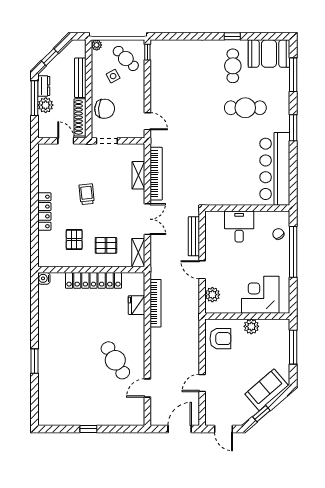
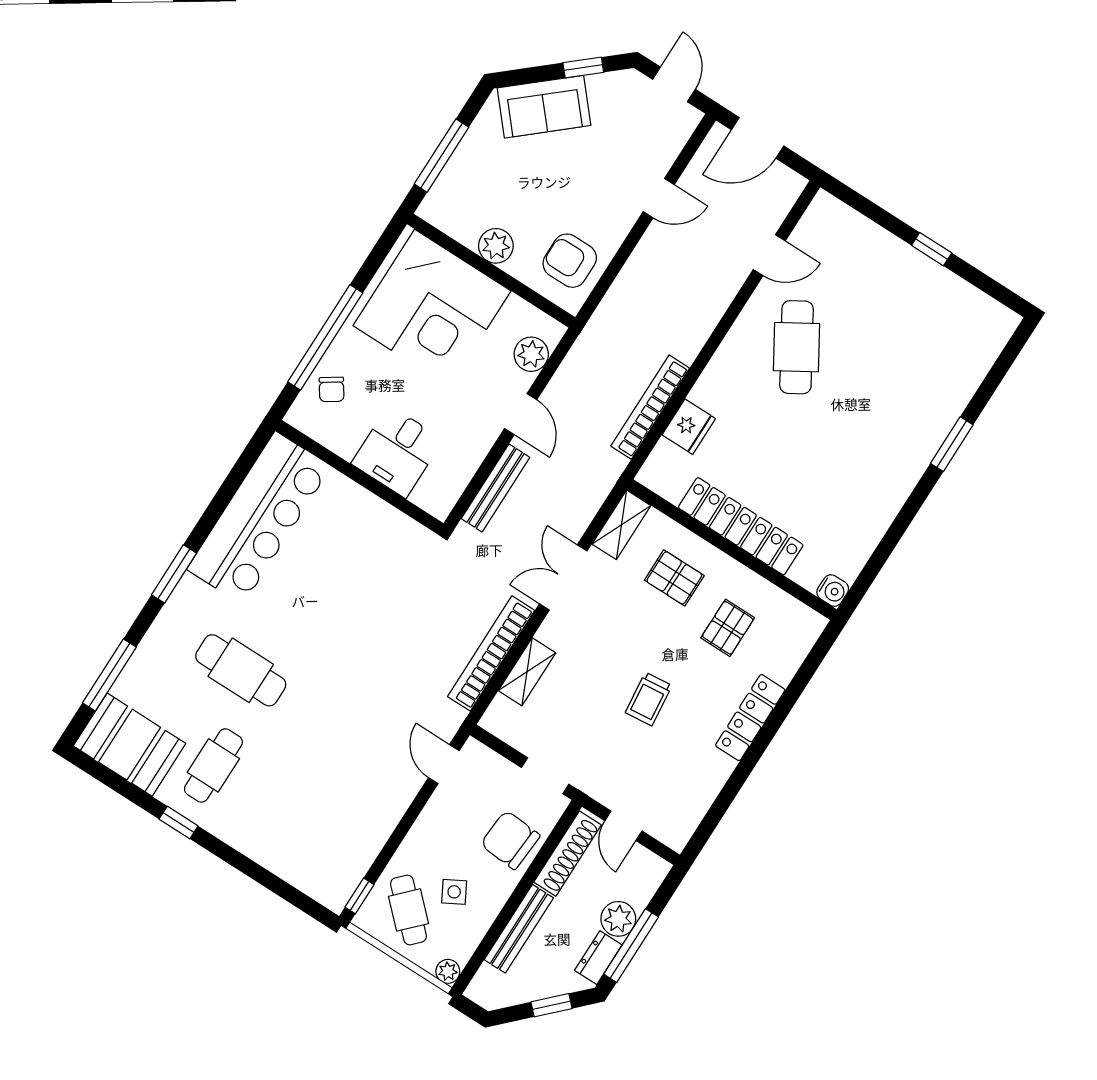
corner desk: (260, 295) -> (432, 308), width x1.36, depth x1.36

